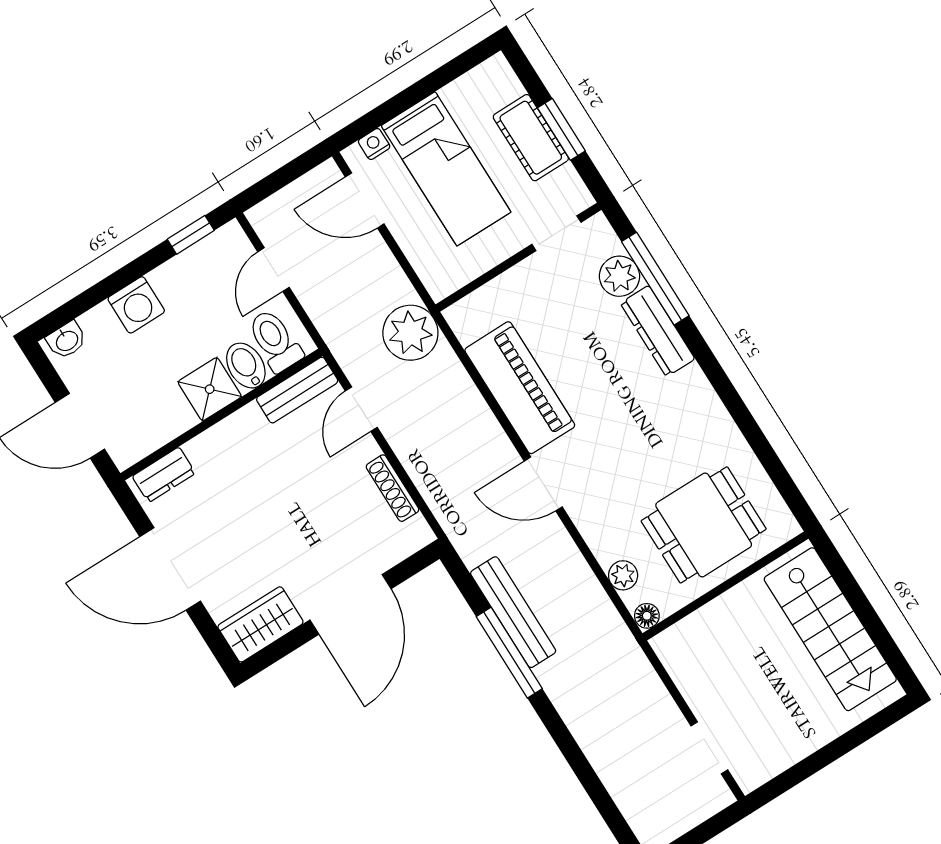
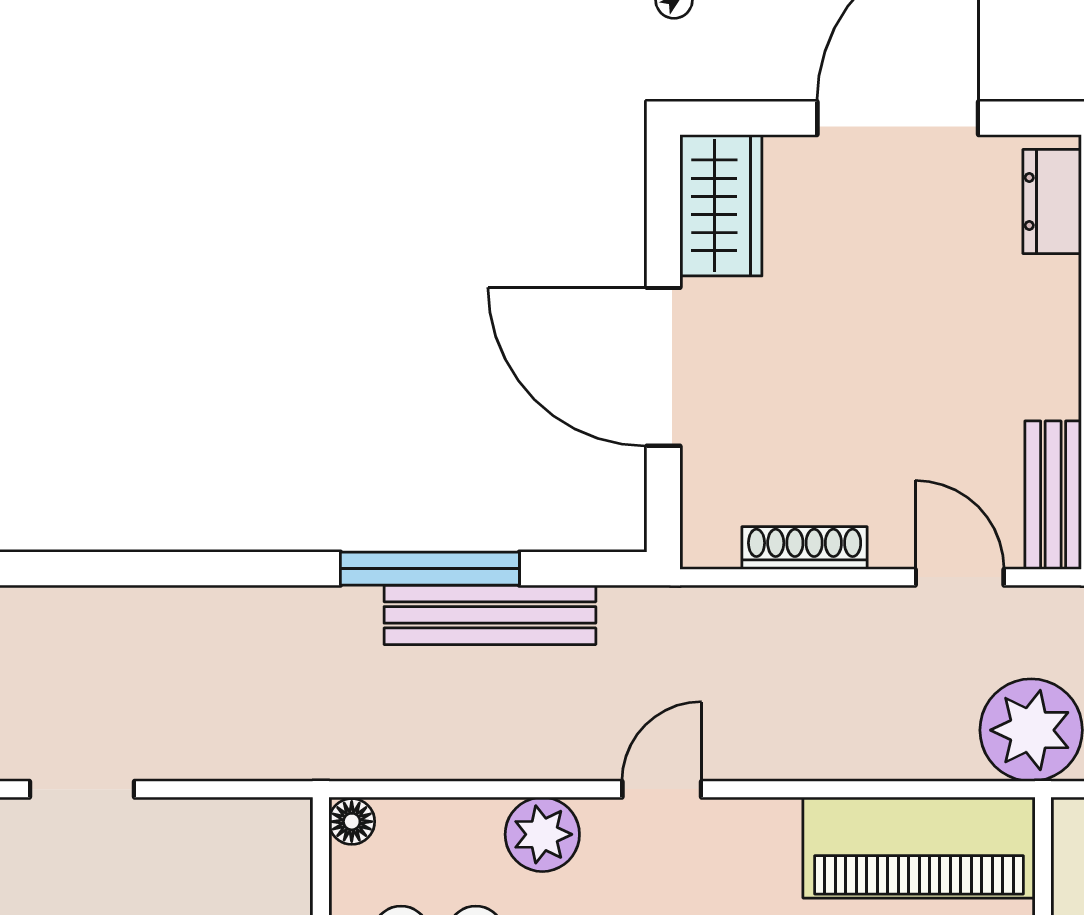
piano: (520, 388) -> (919, 848), moved
door: (543, 484) -> (662, 789), width x0.73
plant: (623, 575) -> (542, 834), moved, width x1.38, depth x1.38

